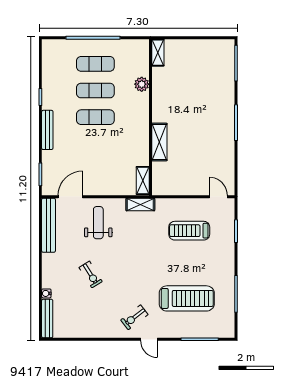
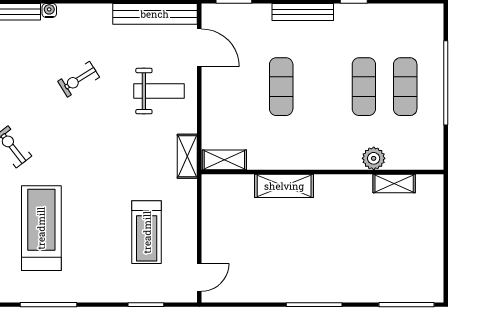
shelving: (158, 53) -> (394, 183), moved
exercise mat: (95, 117) -> (281, 87), moved
treadmill: (189, 231) -> (147, 232), turned 180
treadmill: (187, 298) -> (41, 228), turned 180

